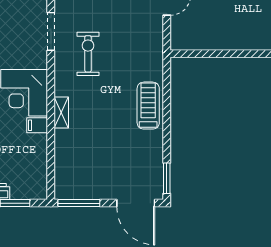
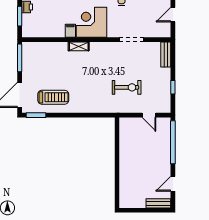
exercise bike: (88, 54) -> (127, 87), moved
treadmill: (148, 106) -> (53, 97), moved

